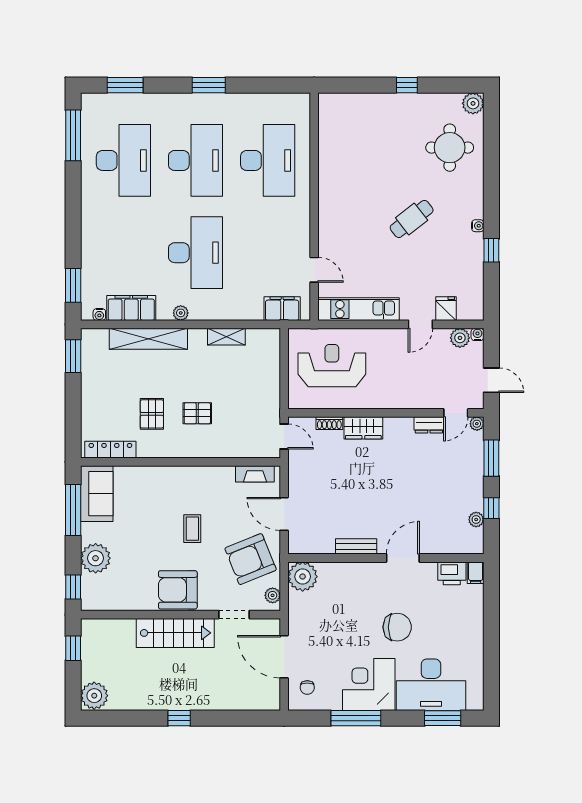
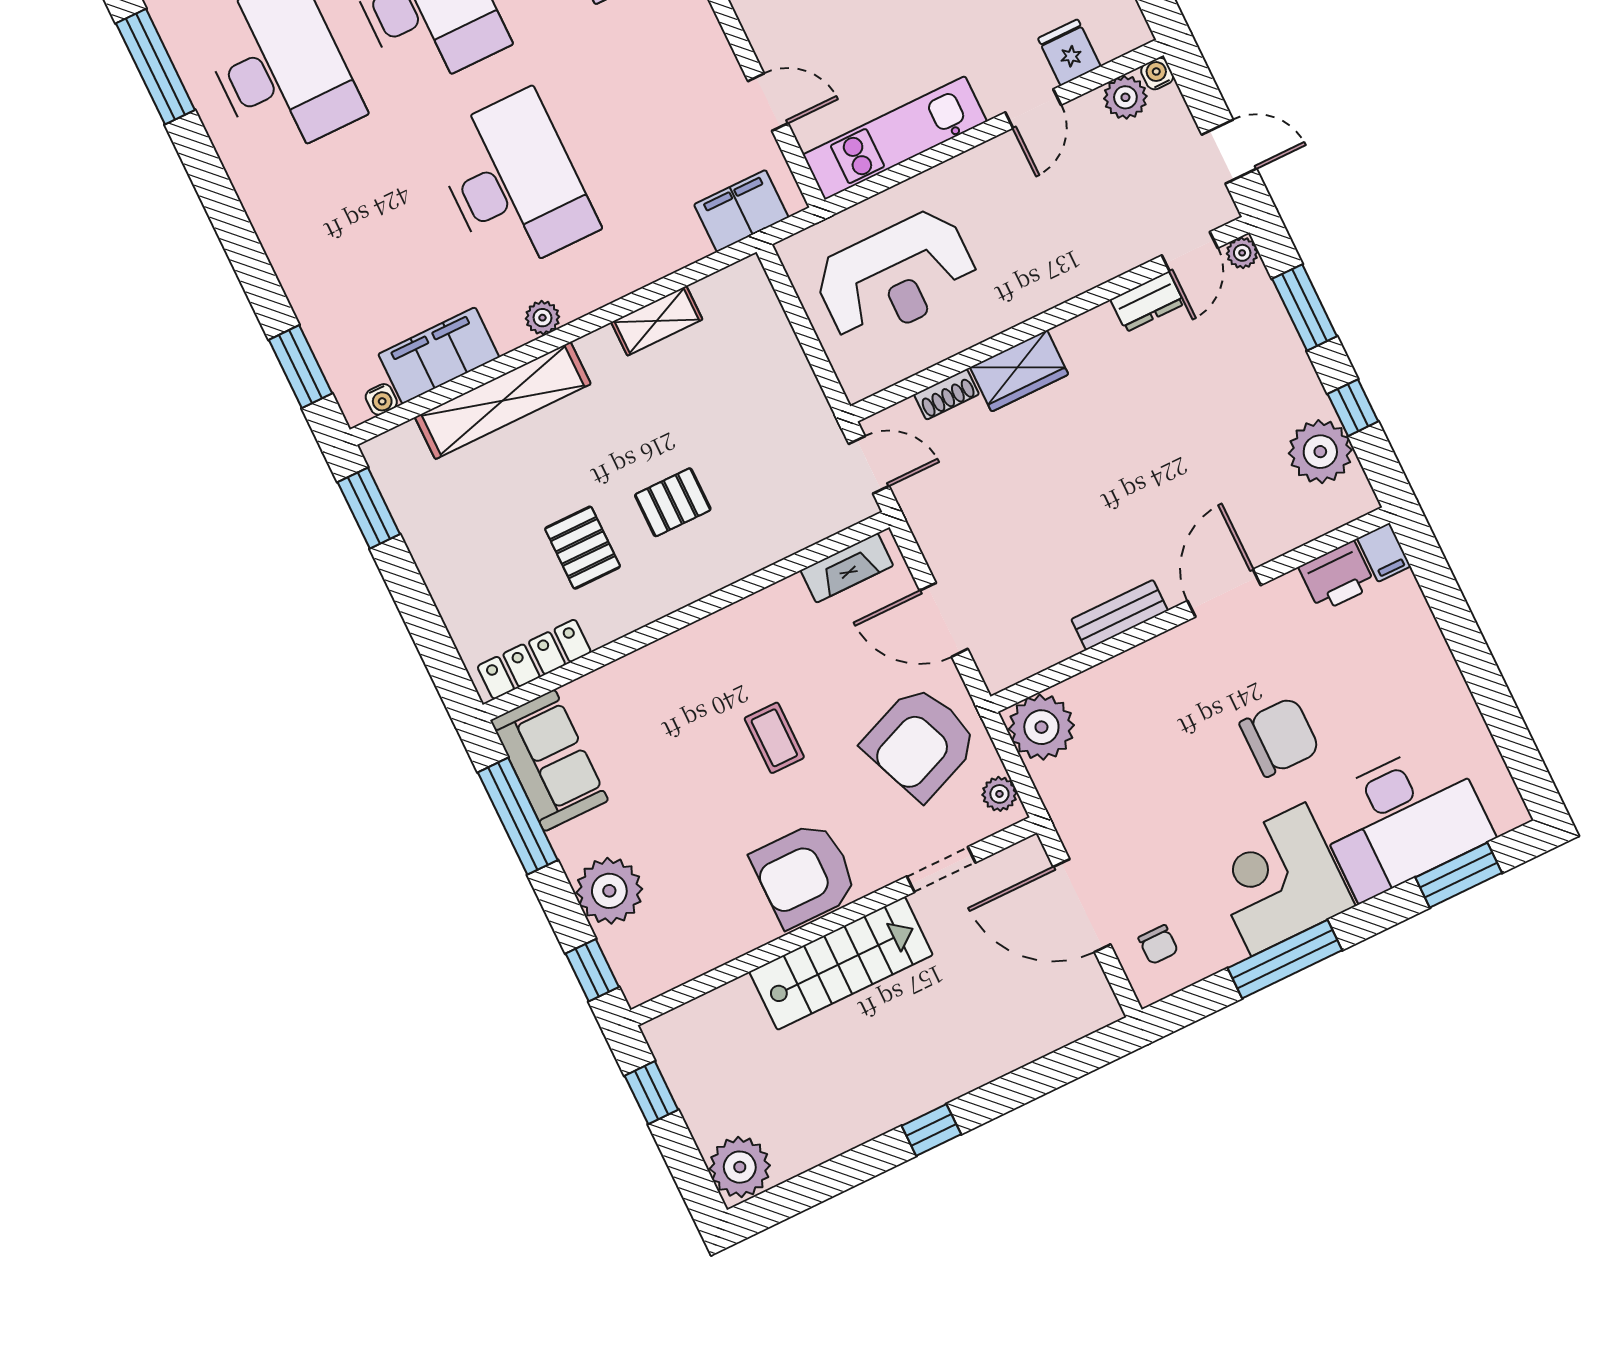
reception desk: (332, 366) -> (896, 277), turned 180
plant: (476, 520) -> (1320, 452), width x1.87, depth x1.87

